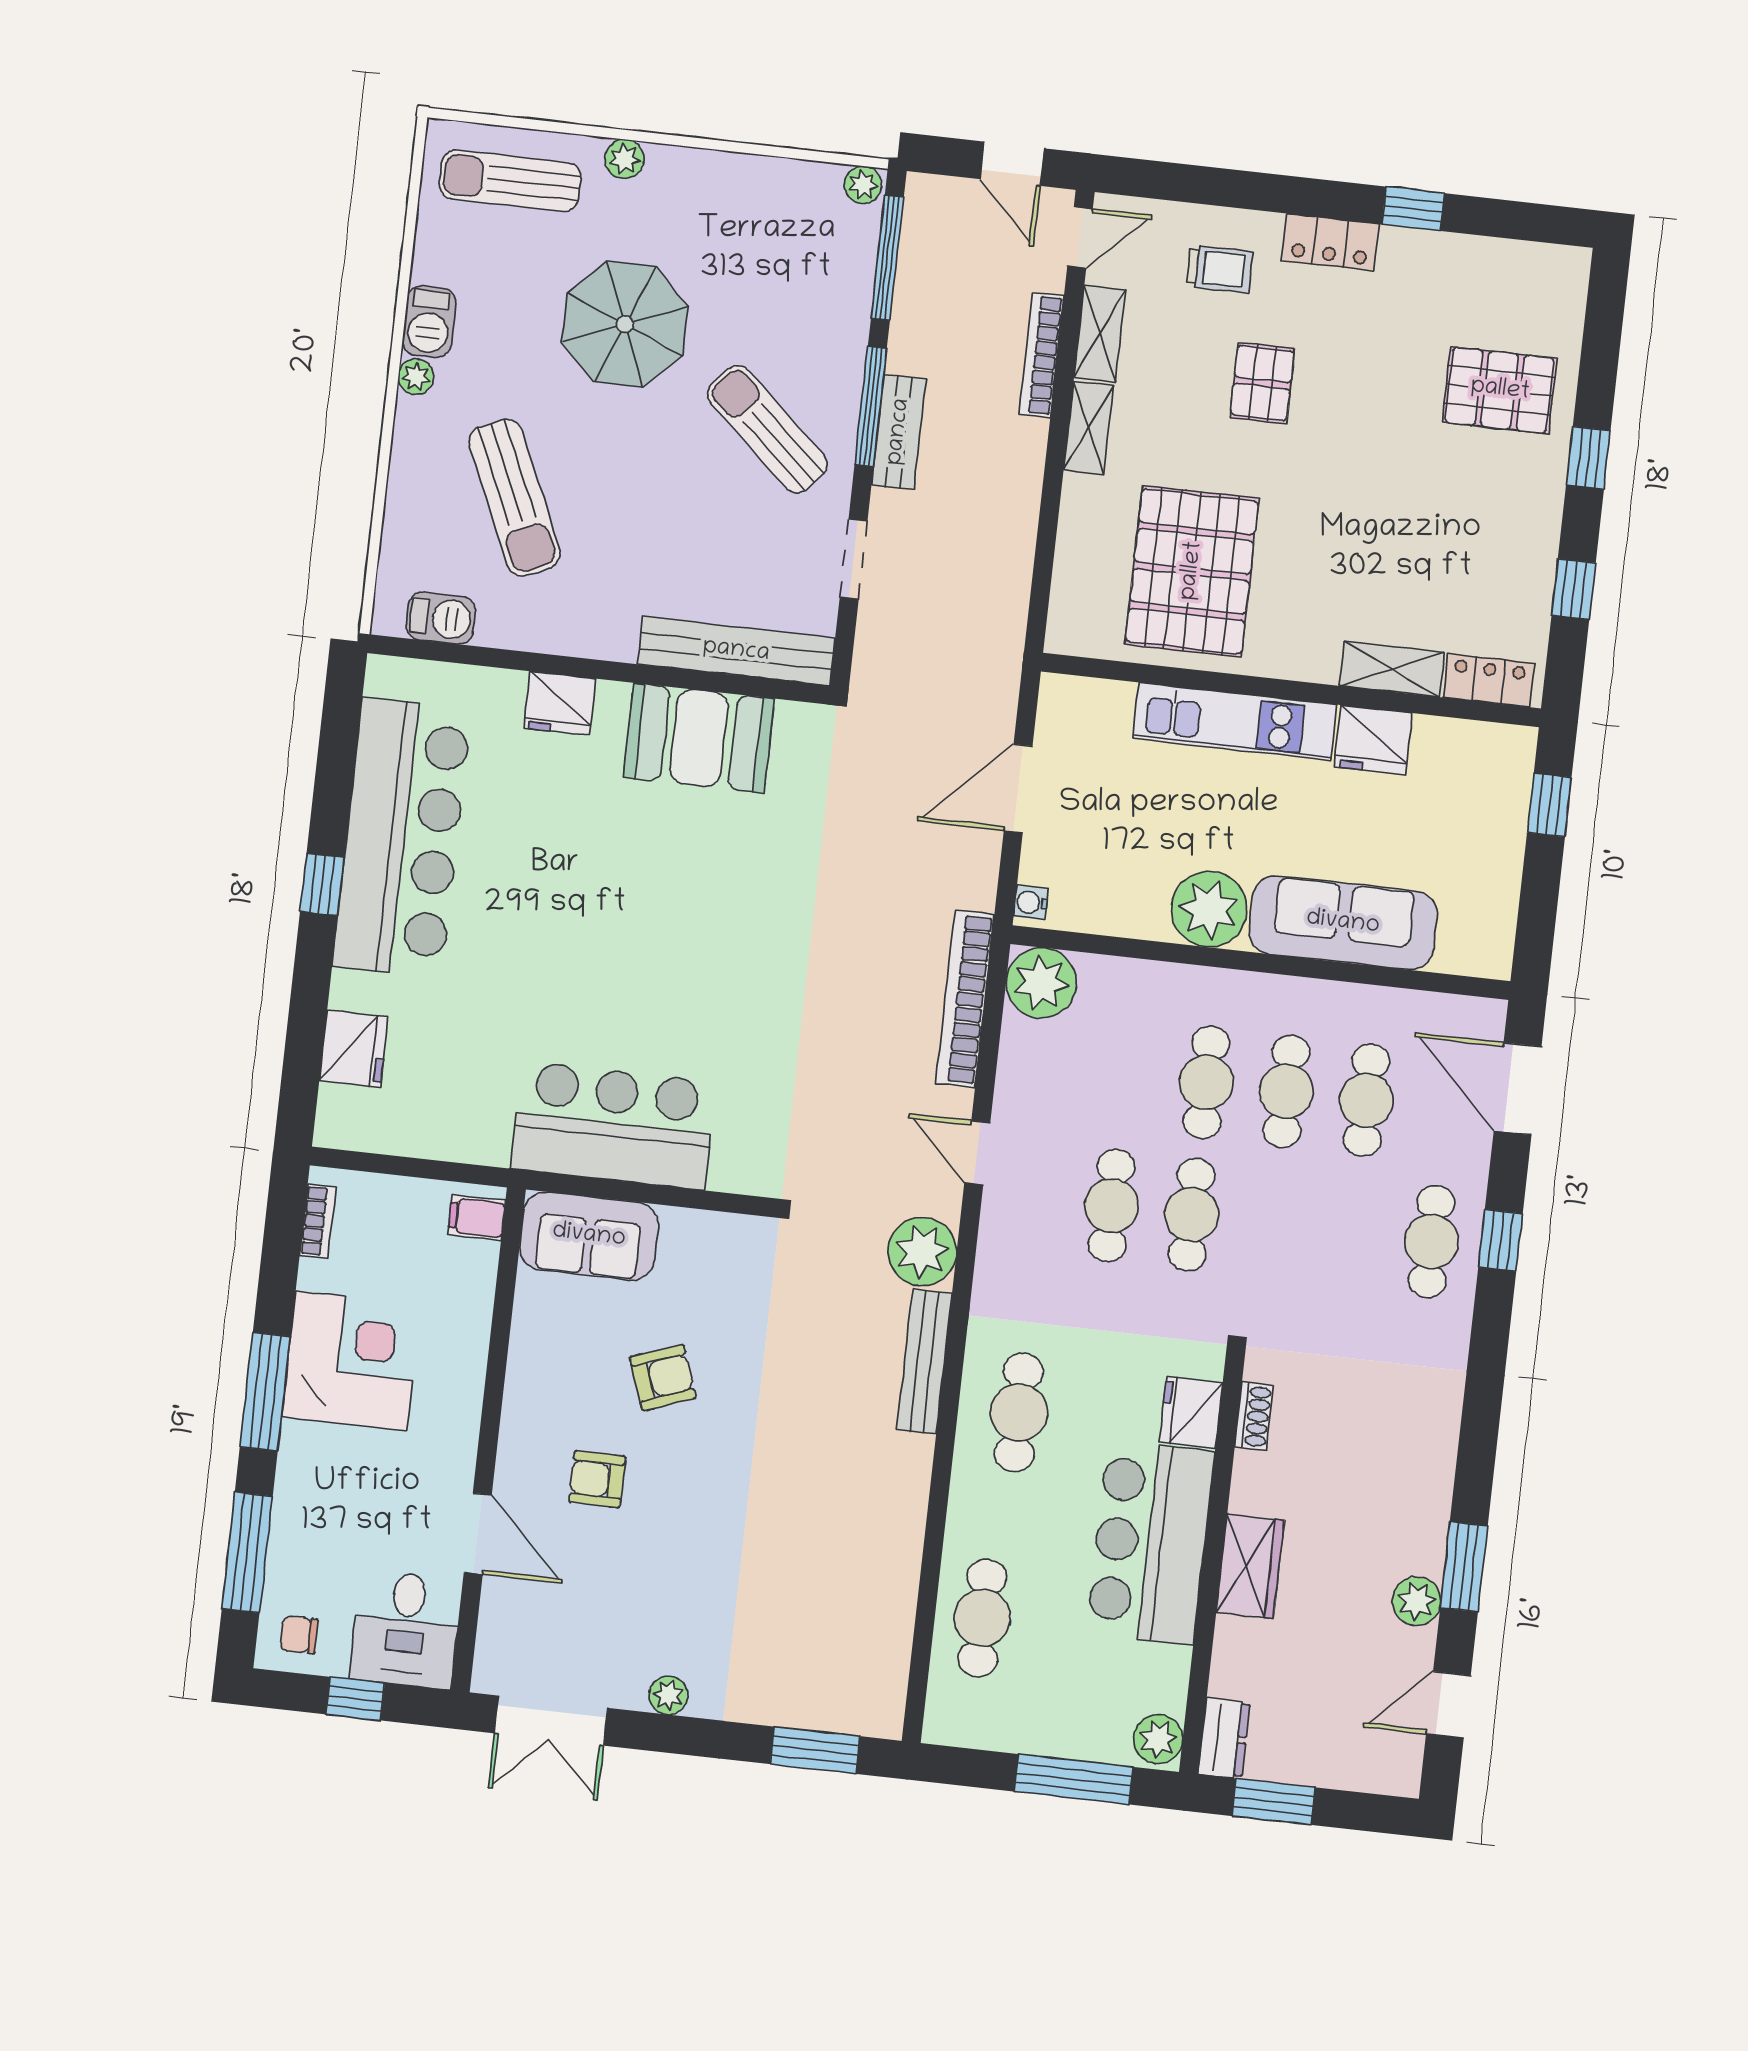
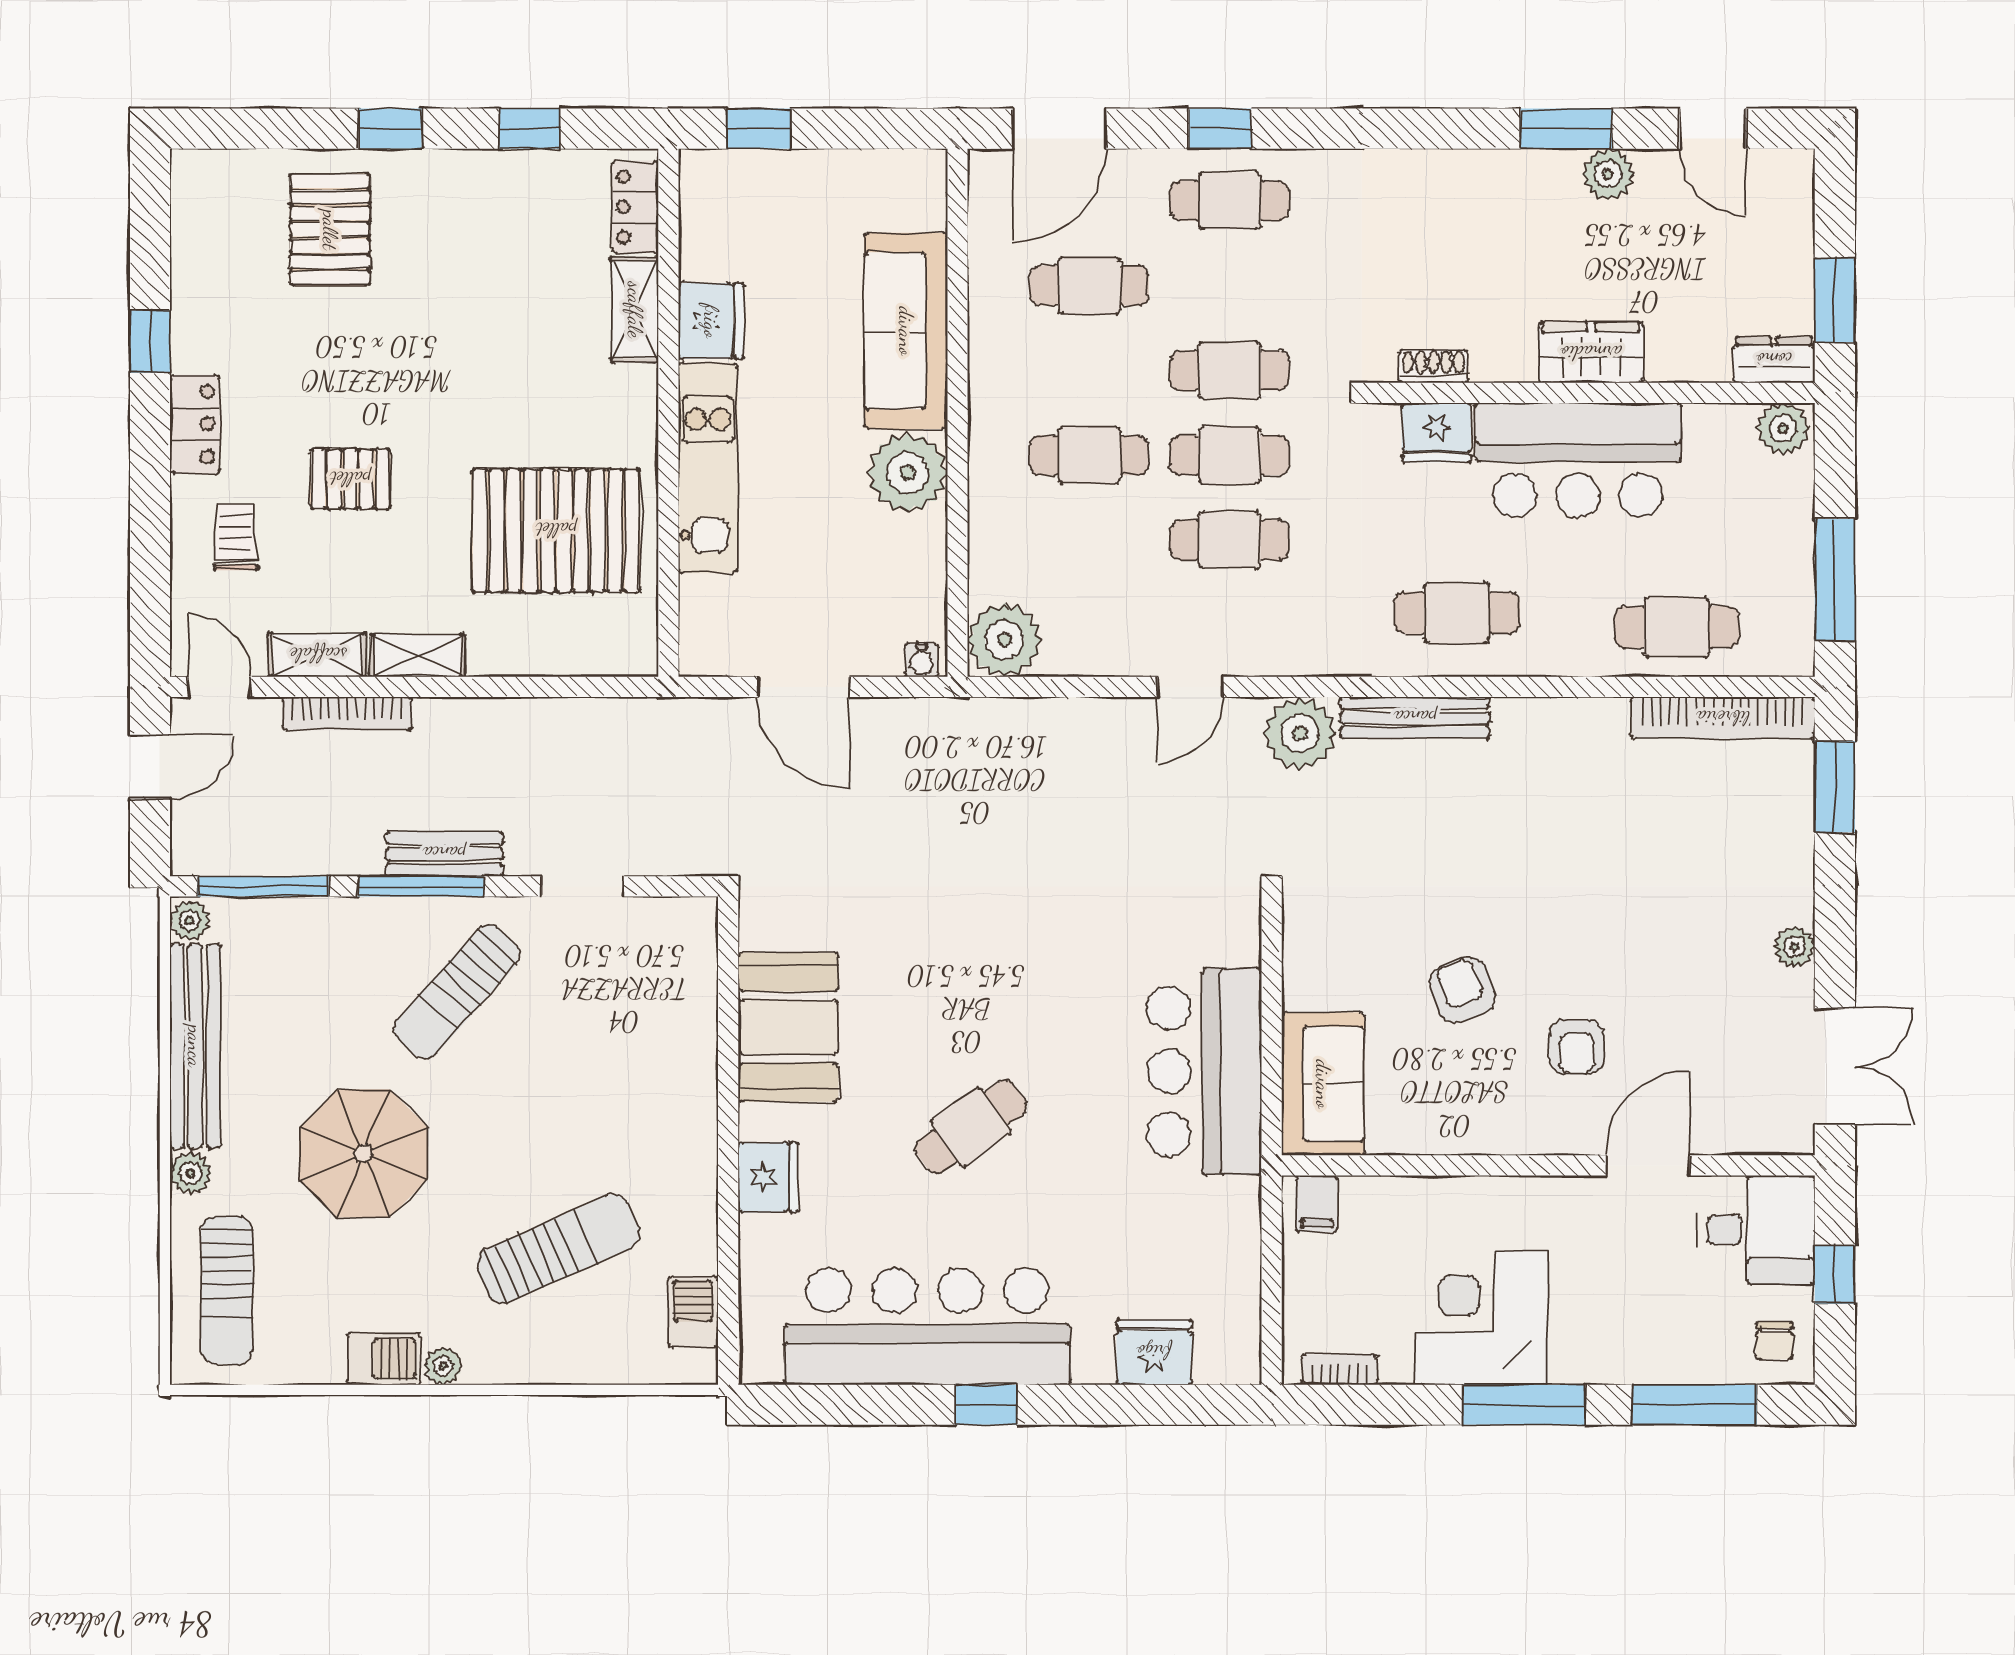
bench: (736, 651) -> (195, 1046), moved
cafe table: (586, 900) -> (971, 1127), added
bookcase: (965, 999) -> (1723, 718), moved
cafe table: (1286, 1091) -> (1230, 370), moved
window: (1074, 1779) -> (1835, 580), moved

